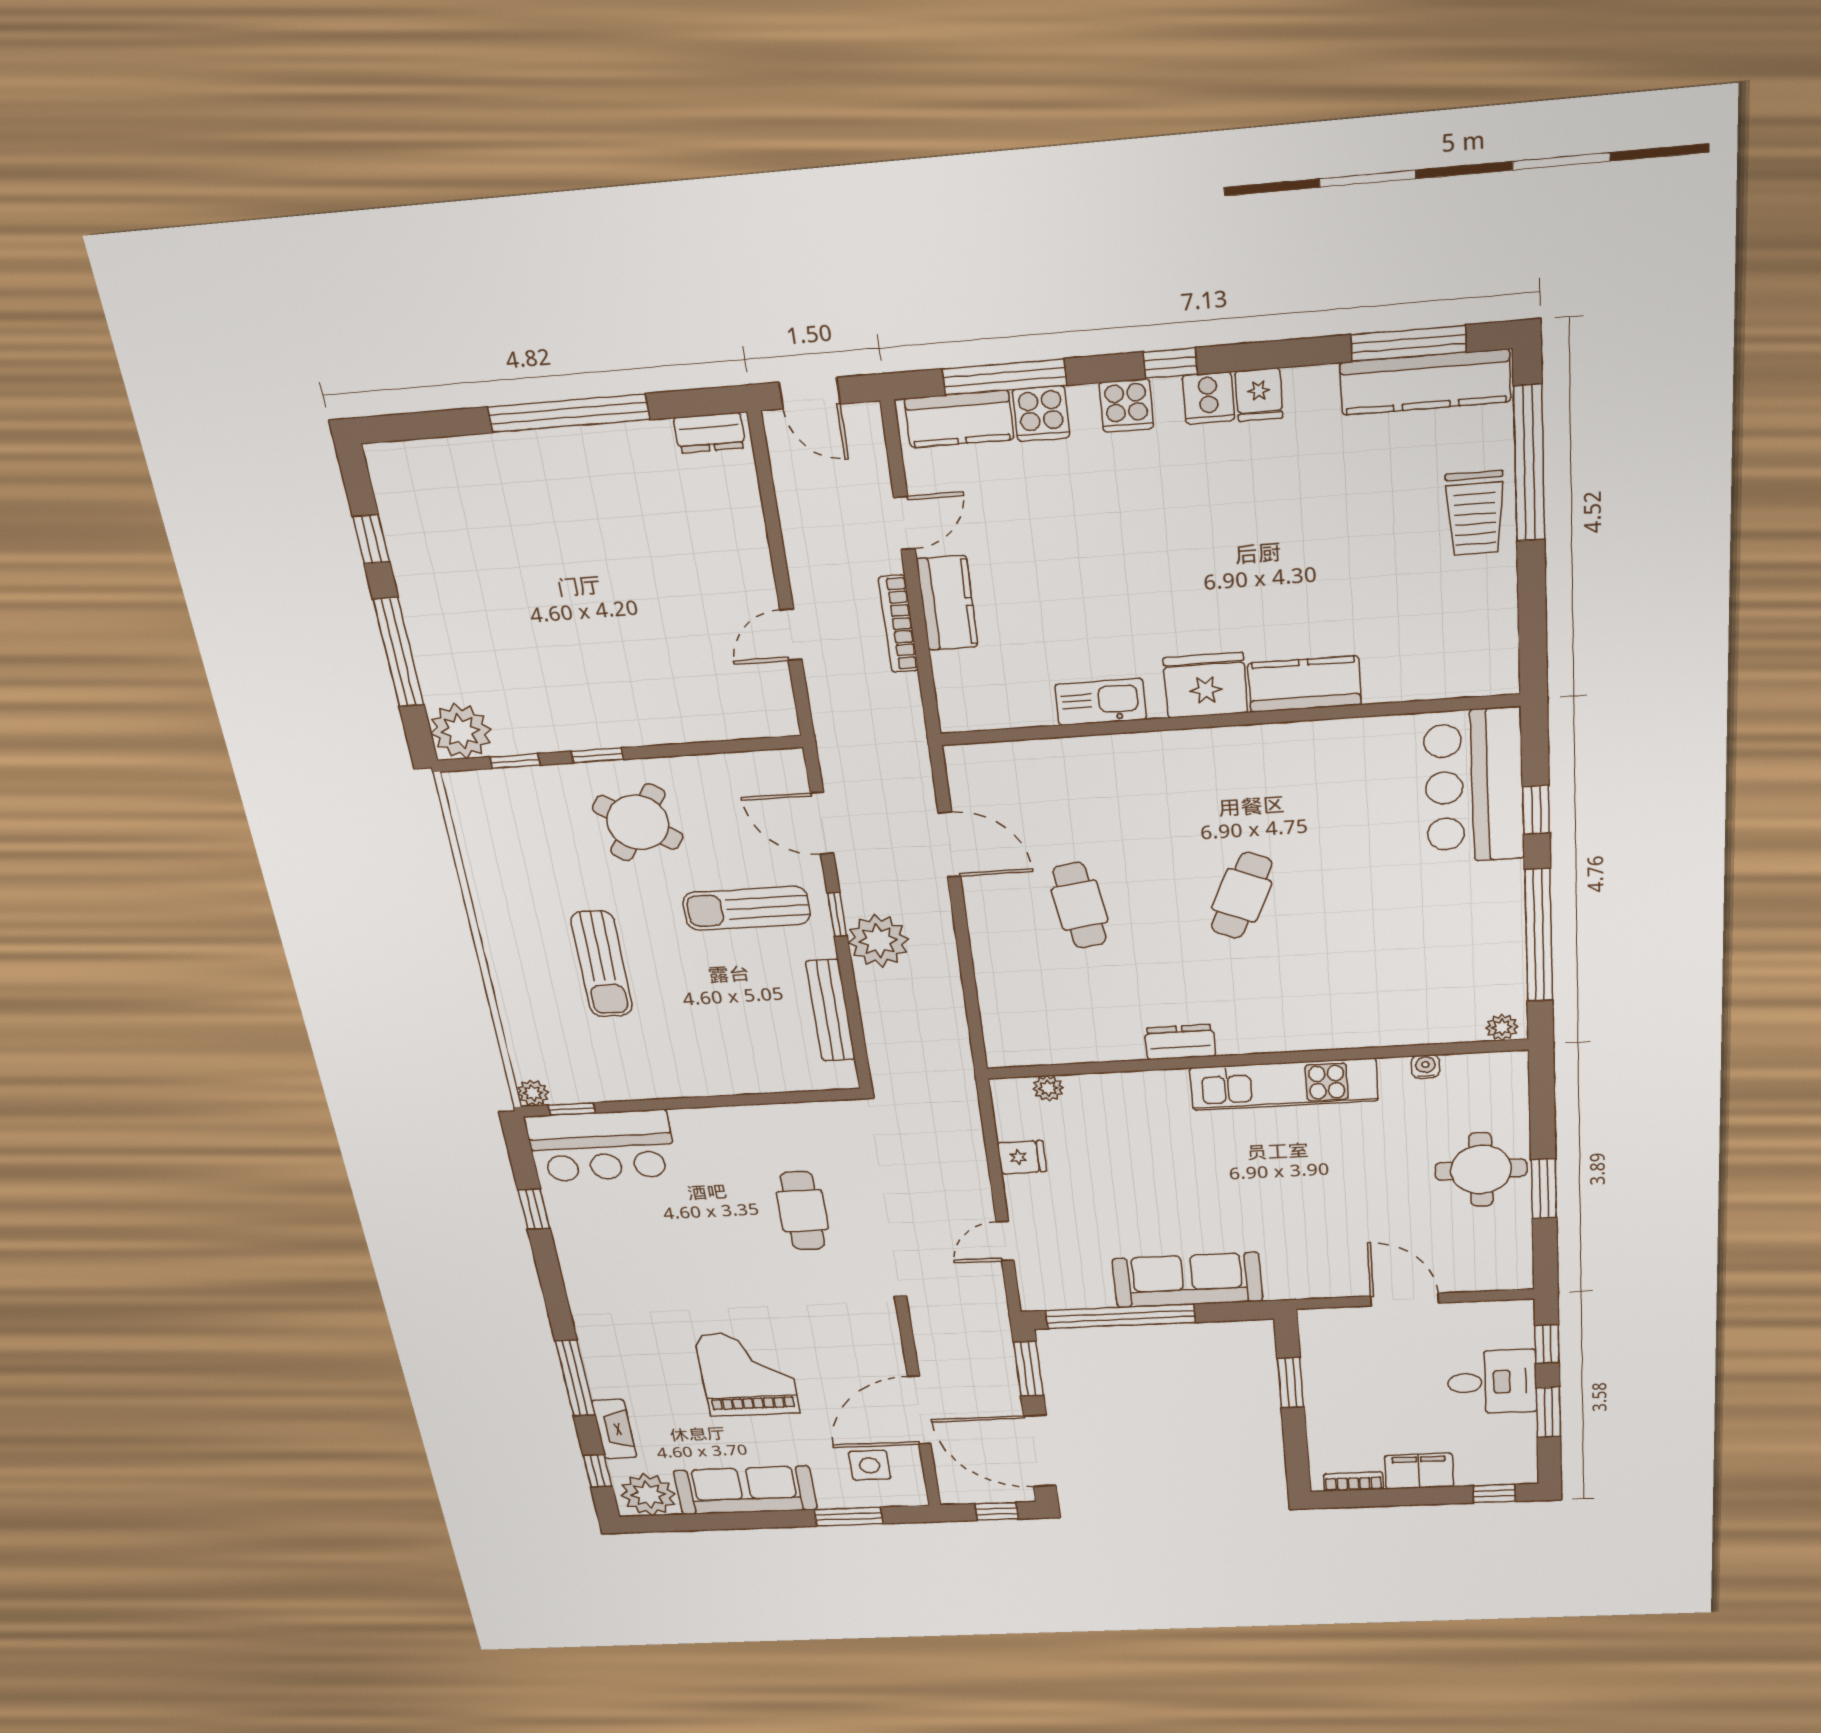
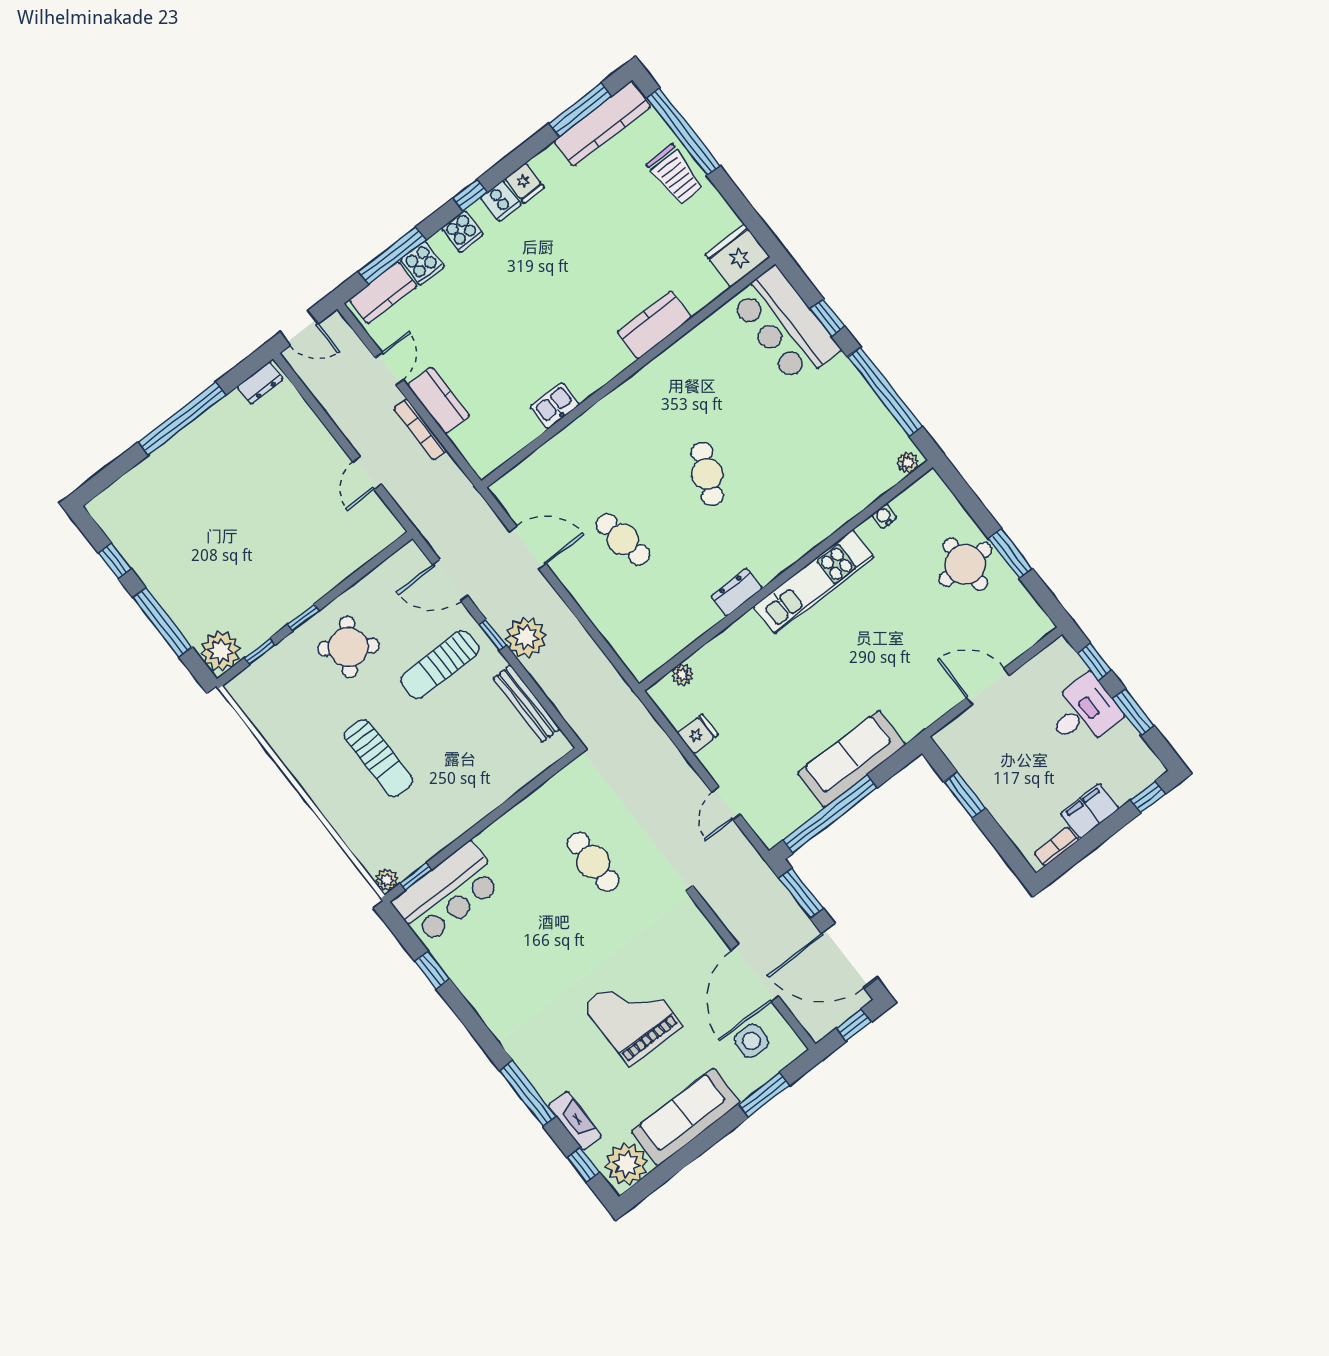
fridge: (1205, 685) -> (737, 256), moved
kitchen sink: (1101, 702) -> (555, 406), width x0.73

